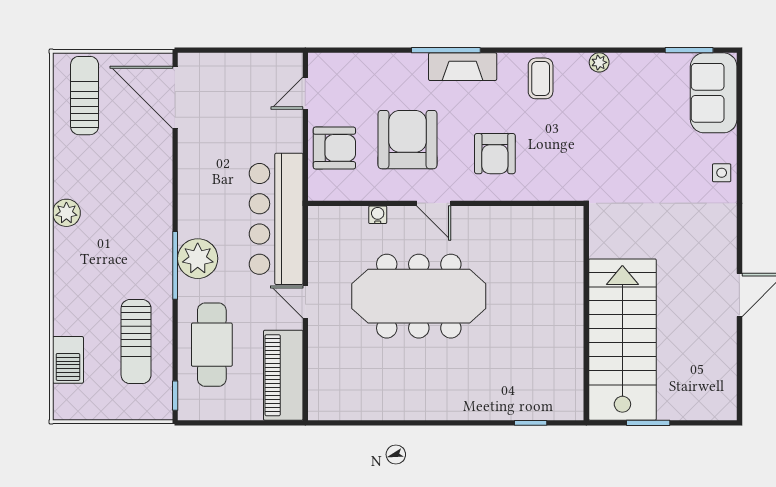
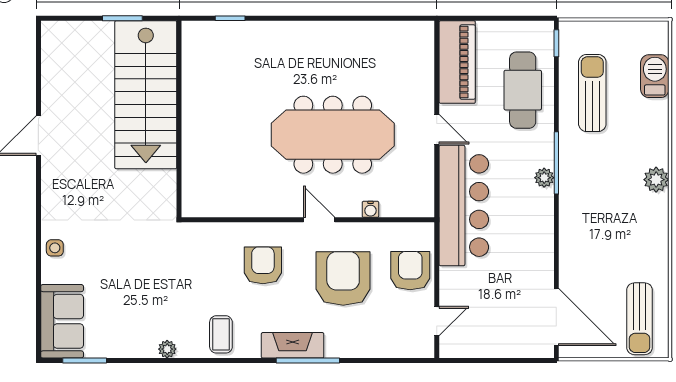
armchair: (407, 140) -> (343, 278), turned 180
armchair: (334, 148) -> (410, 271), turned 90
plant: (66, 213) -> (656, 180), moved
plant: (198, 259) -> (544, 178), width x0.53, depth x0.53

